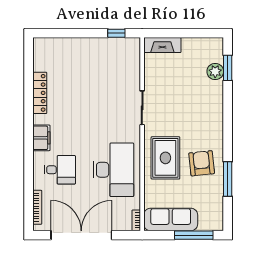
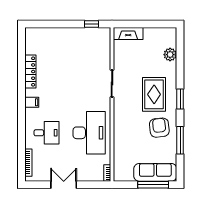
window: (228, 68) -> (180, 99), moved
filing cabinet: (41, 138) -> (32, 102), width x0.50
rug: (165, 158) -> (154, 94), moved
sofa: (171, 220) -> (155, 172), moved
double door: (81, 235) -> (64, 185), width x0.54

